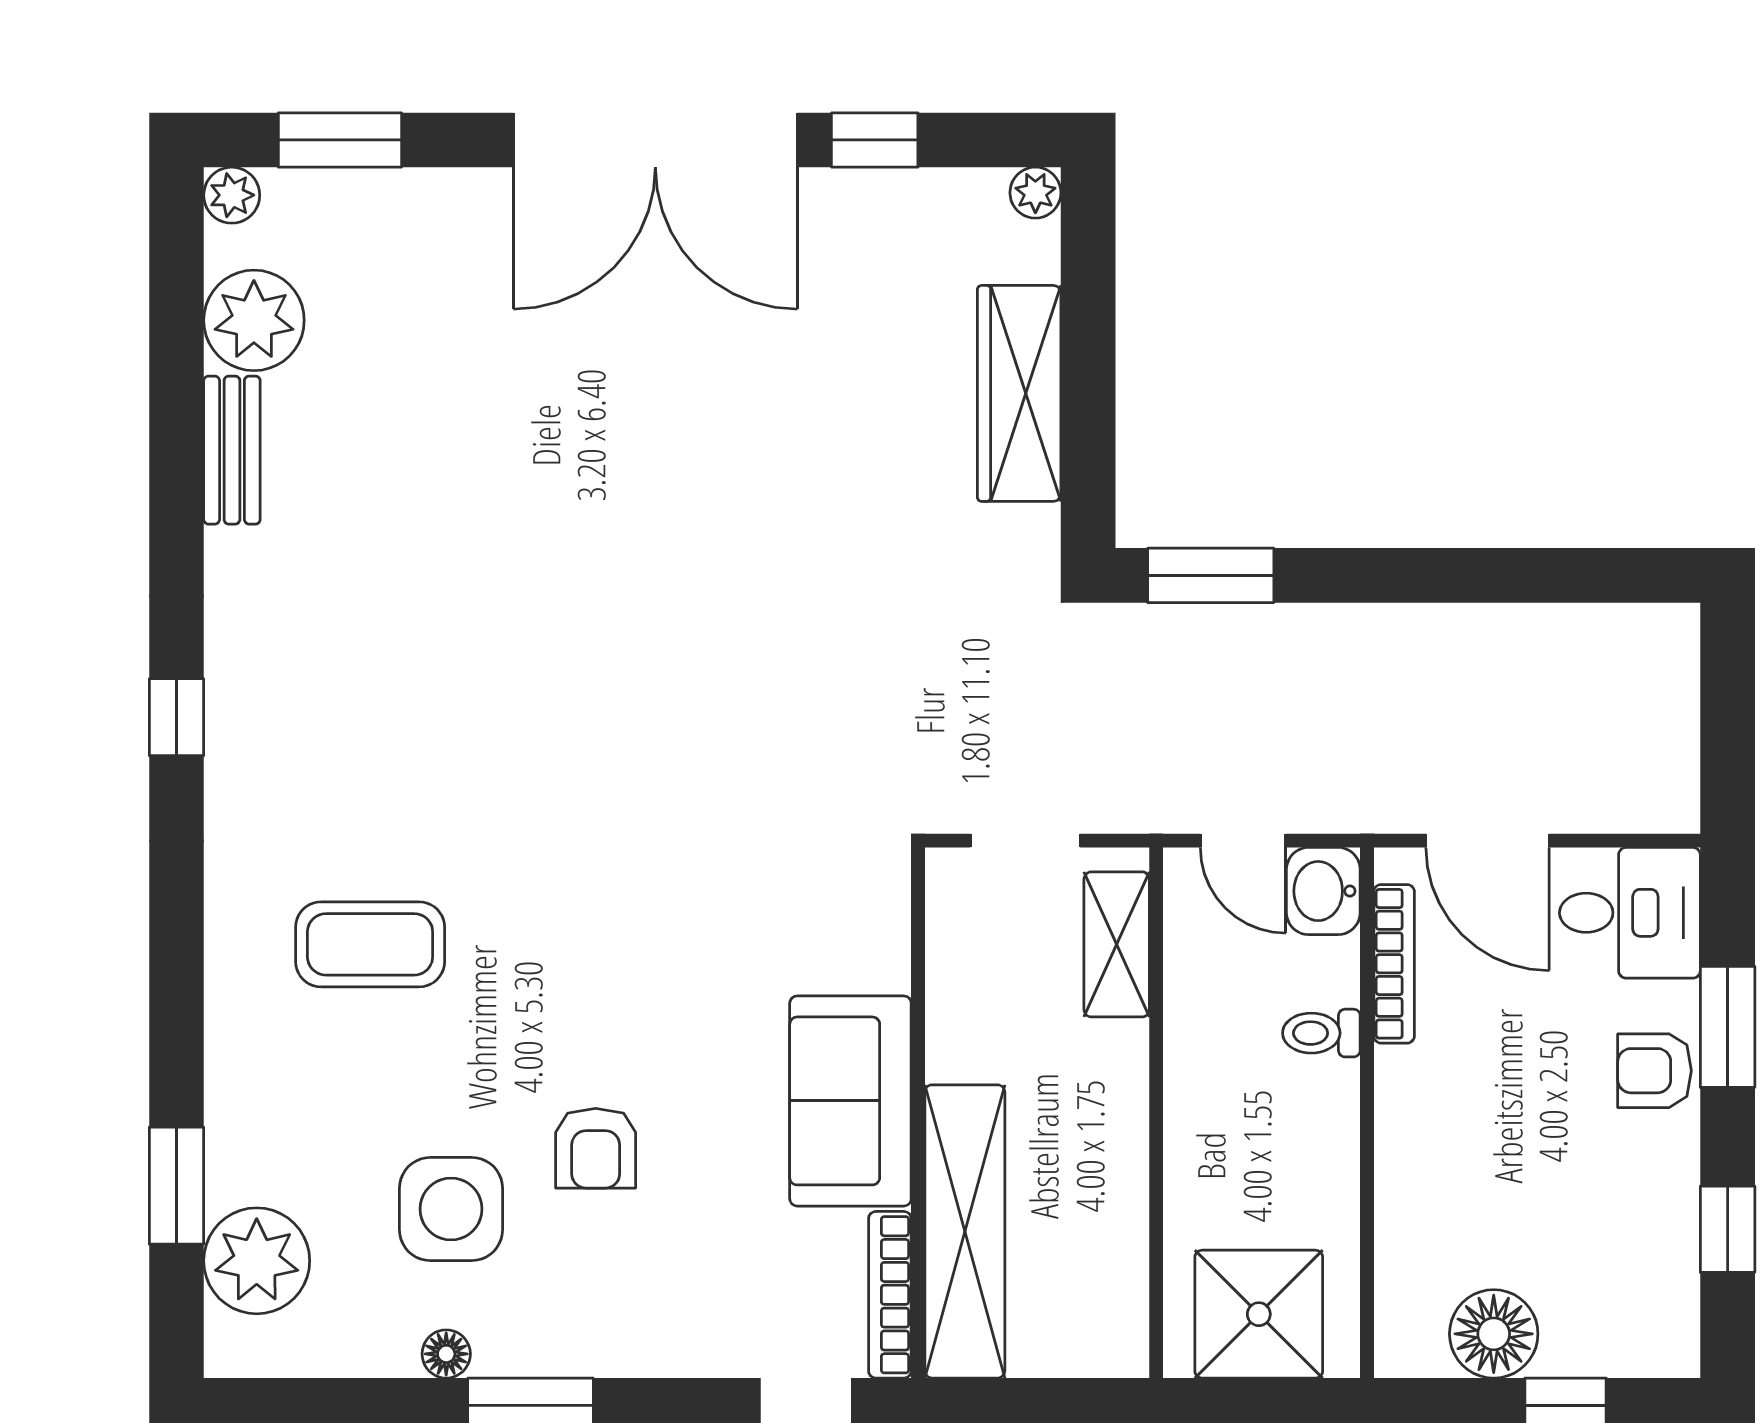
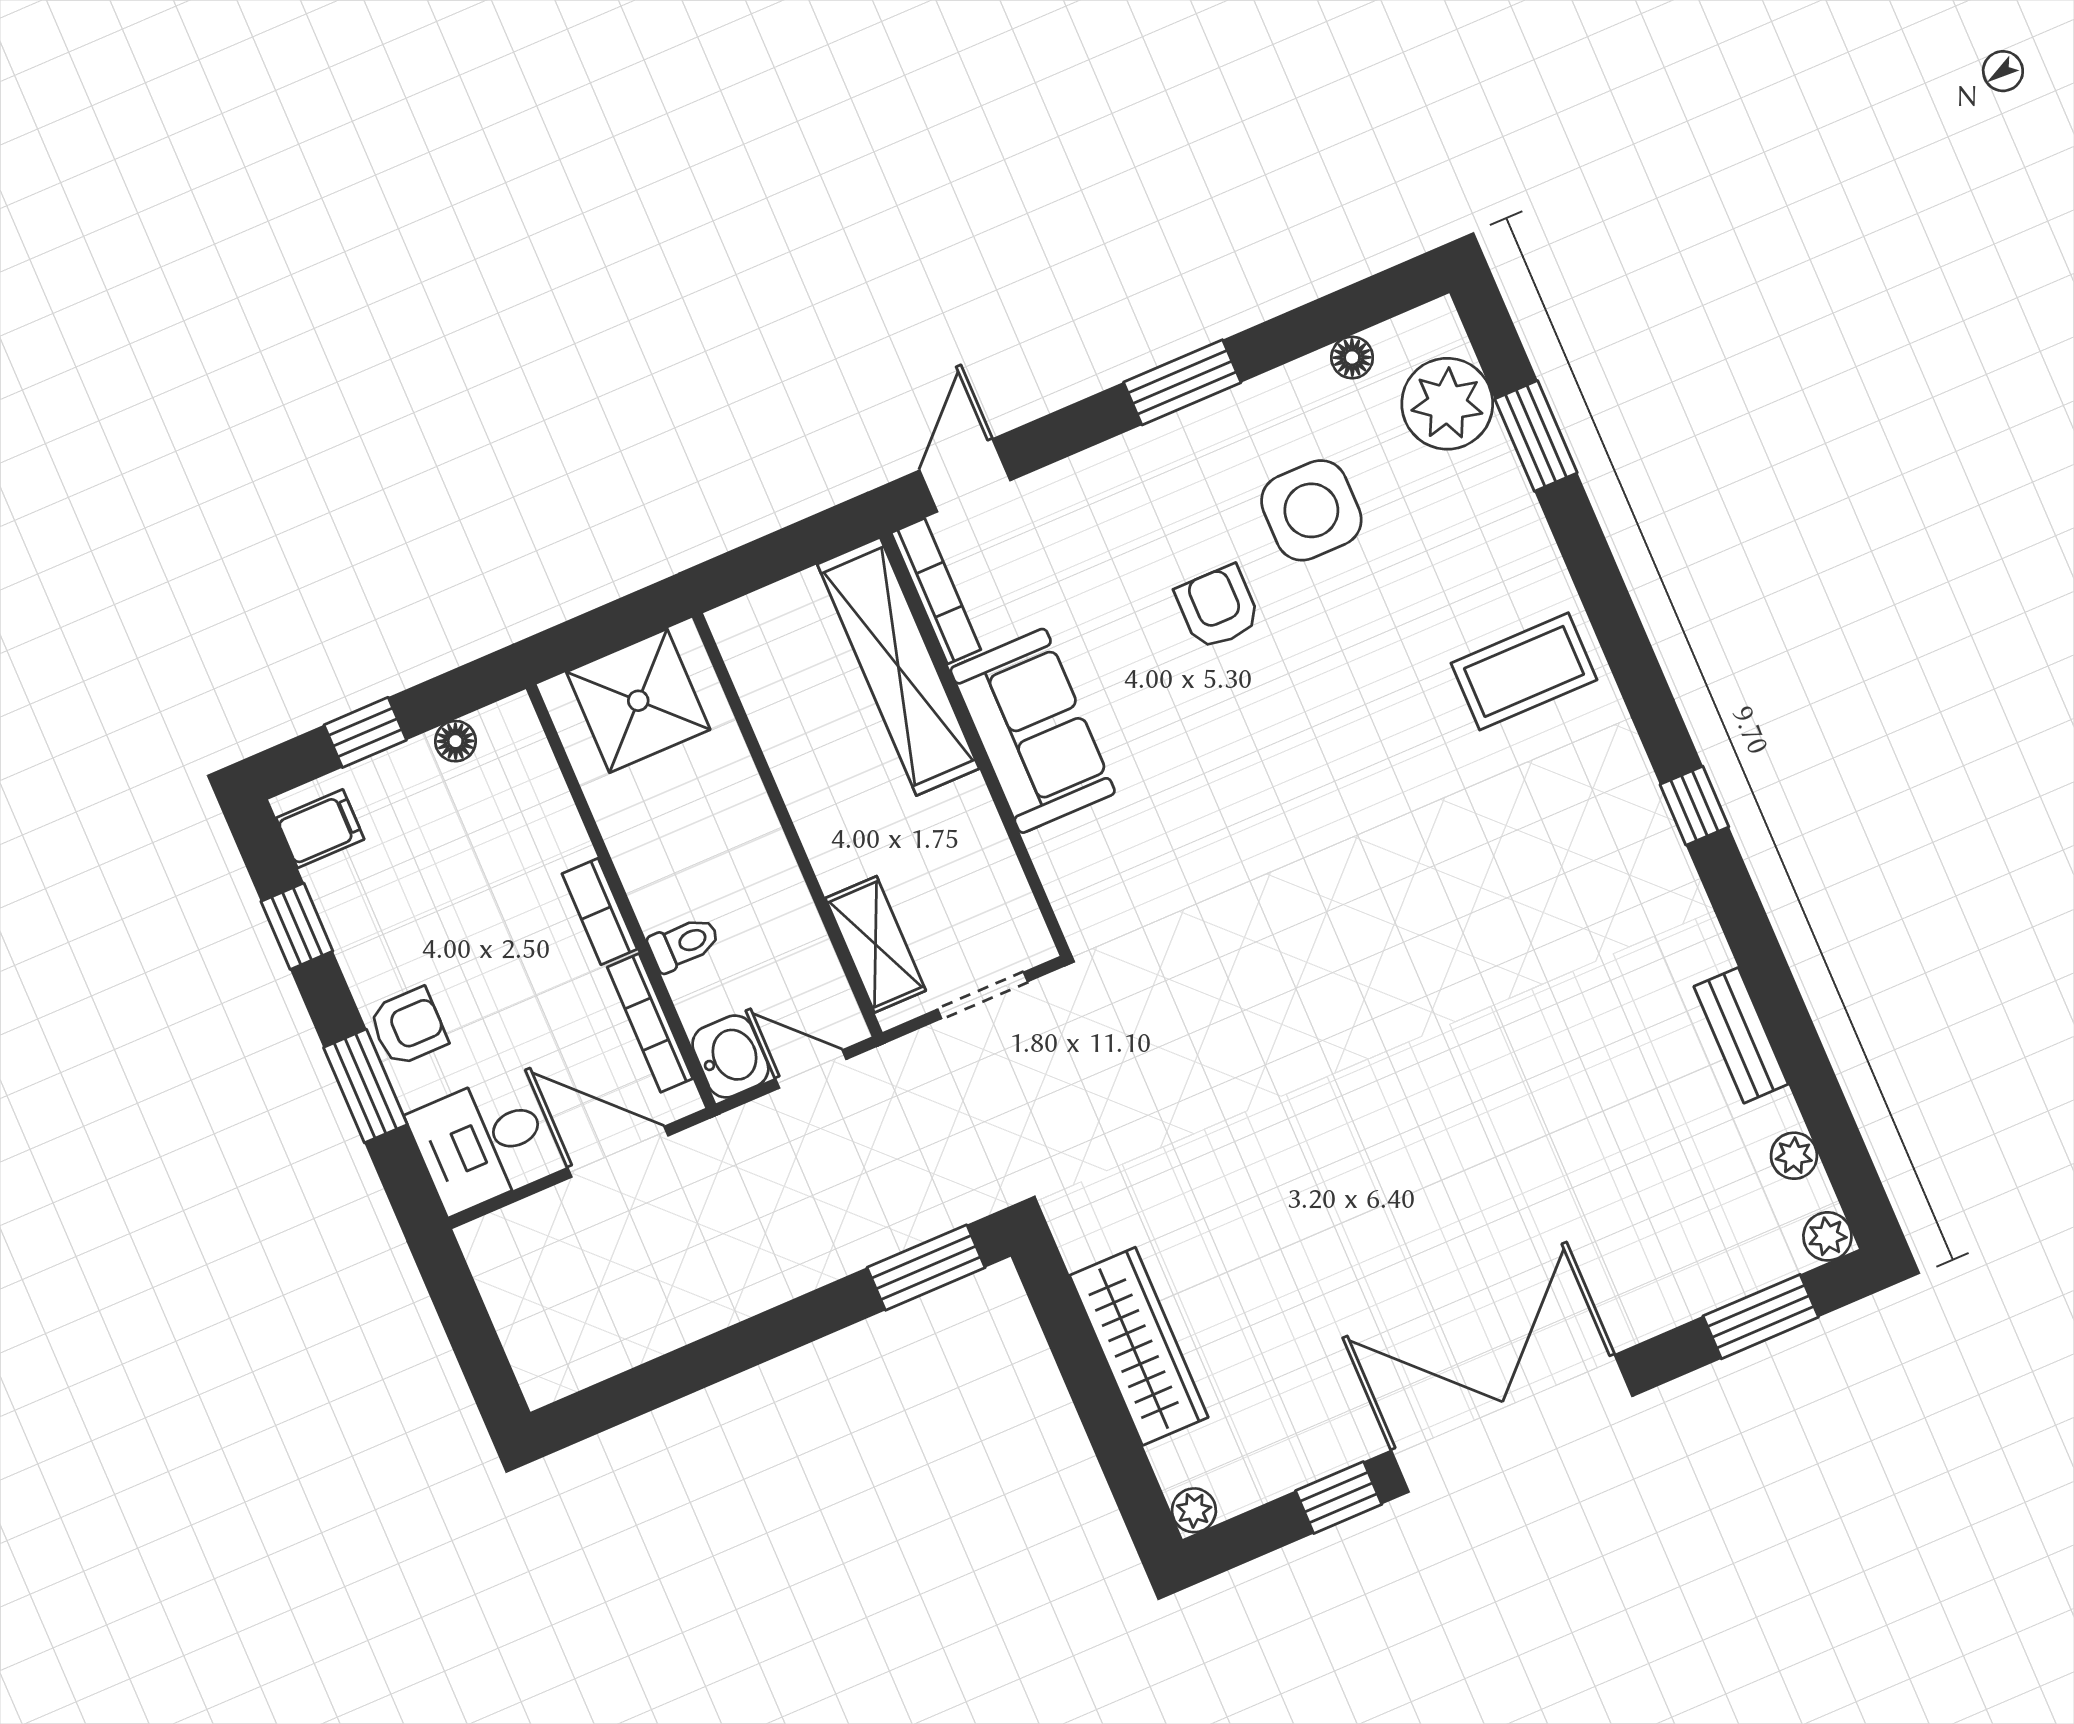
plant: (254, 320) -> (1794, 1156), width x0.53, depth x0.53
coffee table: (370, 944) -> (1524, 671), moved
bookcase: (1397, 1106) -> (600, 911), added
filing cabinet: (1658, 1323) -> (320, 829), added
floor lamp: (1494, 1334) -> (455, 741), width x0.53, depth x0.53
floor lamp: (446, 1354) -> (1352, 357), moved

